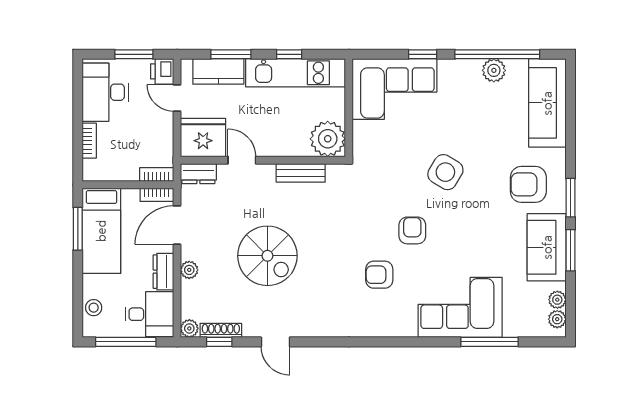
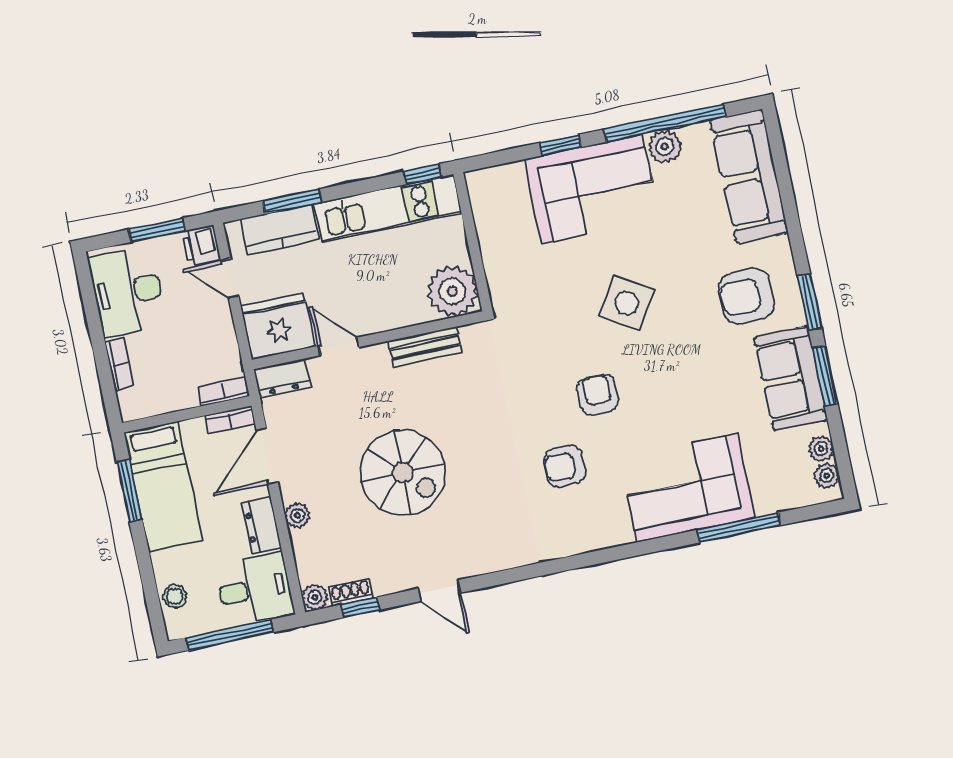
window: (289, 54) -> (422, 174), moved
corner sofa: (395, 89) -> (592, 189), moved
shoe rack: (221, 330) -> (351, 593), width x0.70

